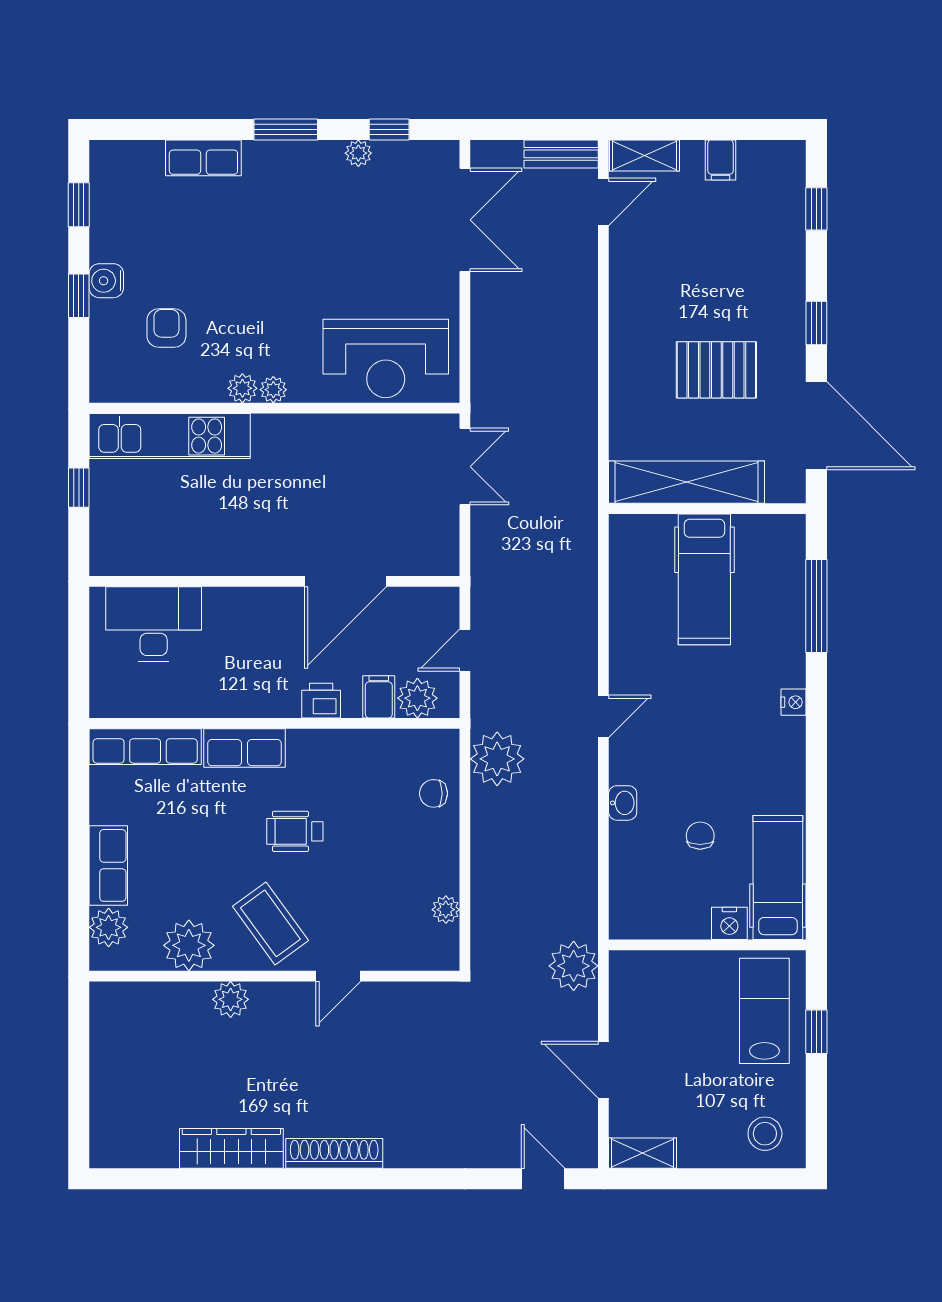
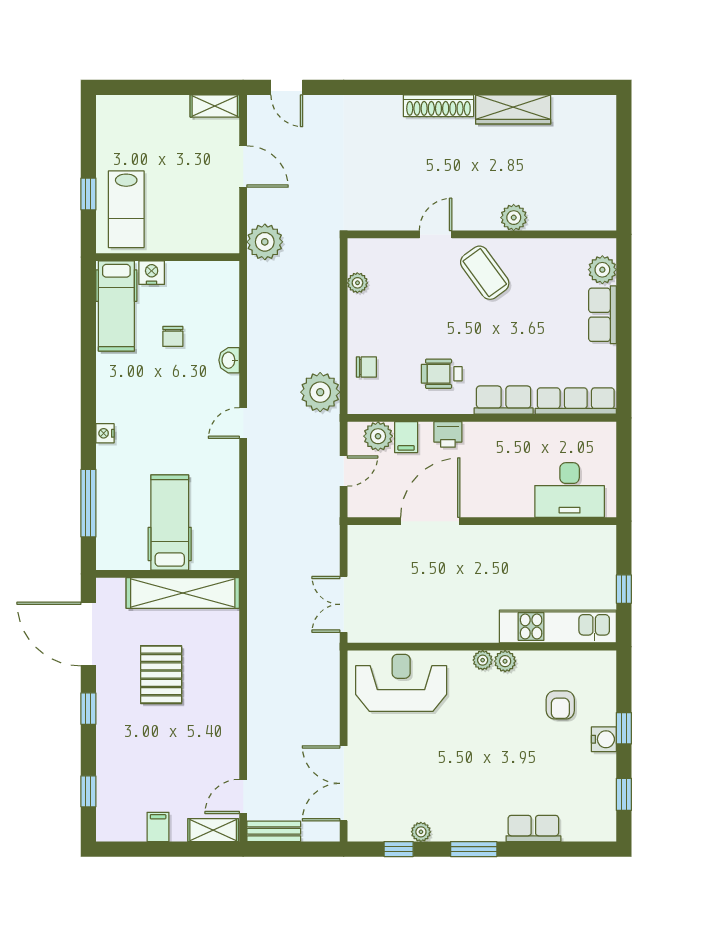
pallet: (716, 370) -> (161, 675), turned 90
wheelchair: (295, 831) -> (442, 374), moved, turned 180
plant: (189, 945) -> (544, 257), removed
stool: (765, 1134) -> (126, 120), removed

